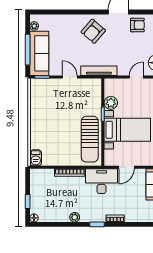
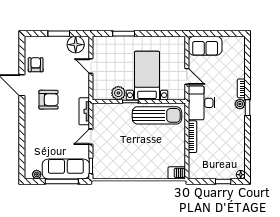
armchair: (93, 31) -> (49, 100), moved, turned -41
tv unit: (99, 71) -> (84, 111), width x0.71
plant: (75, 217) -> (240, 104), moved

